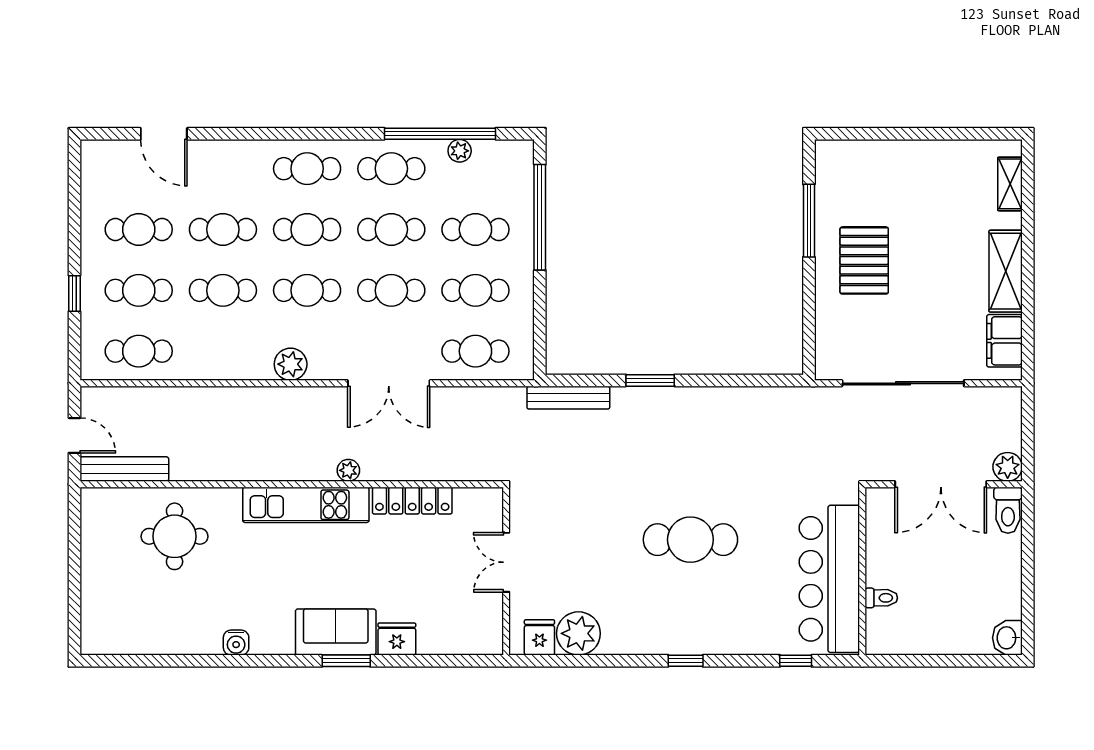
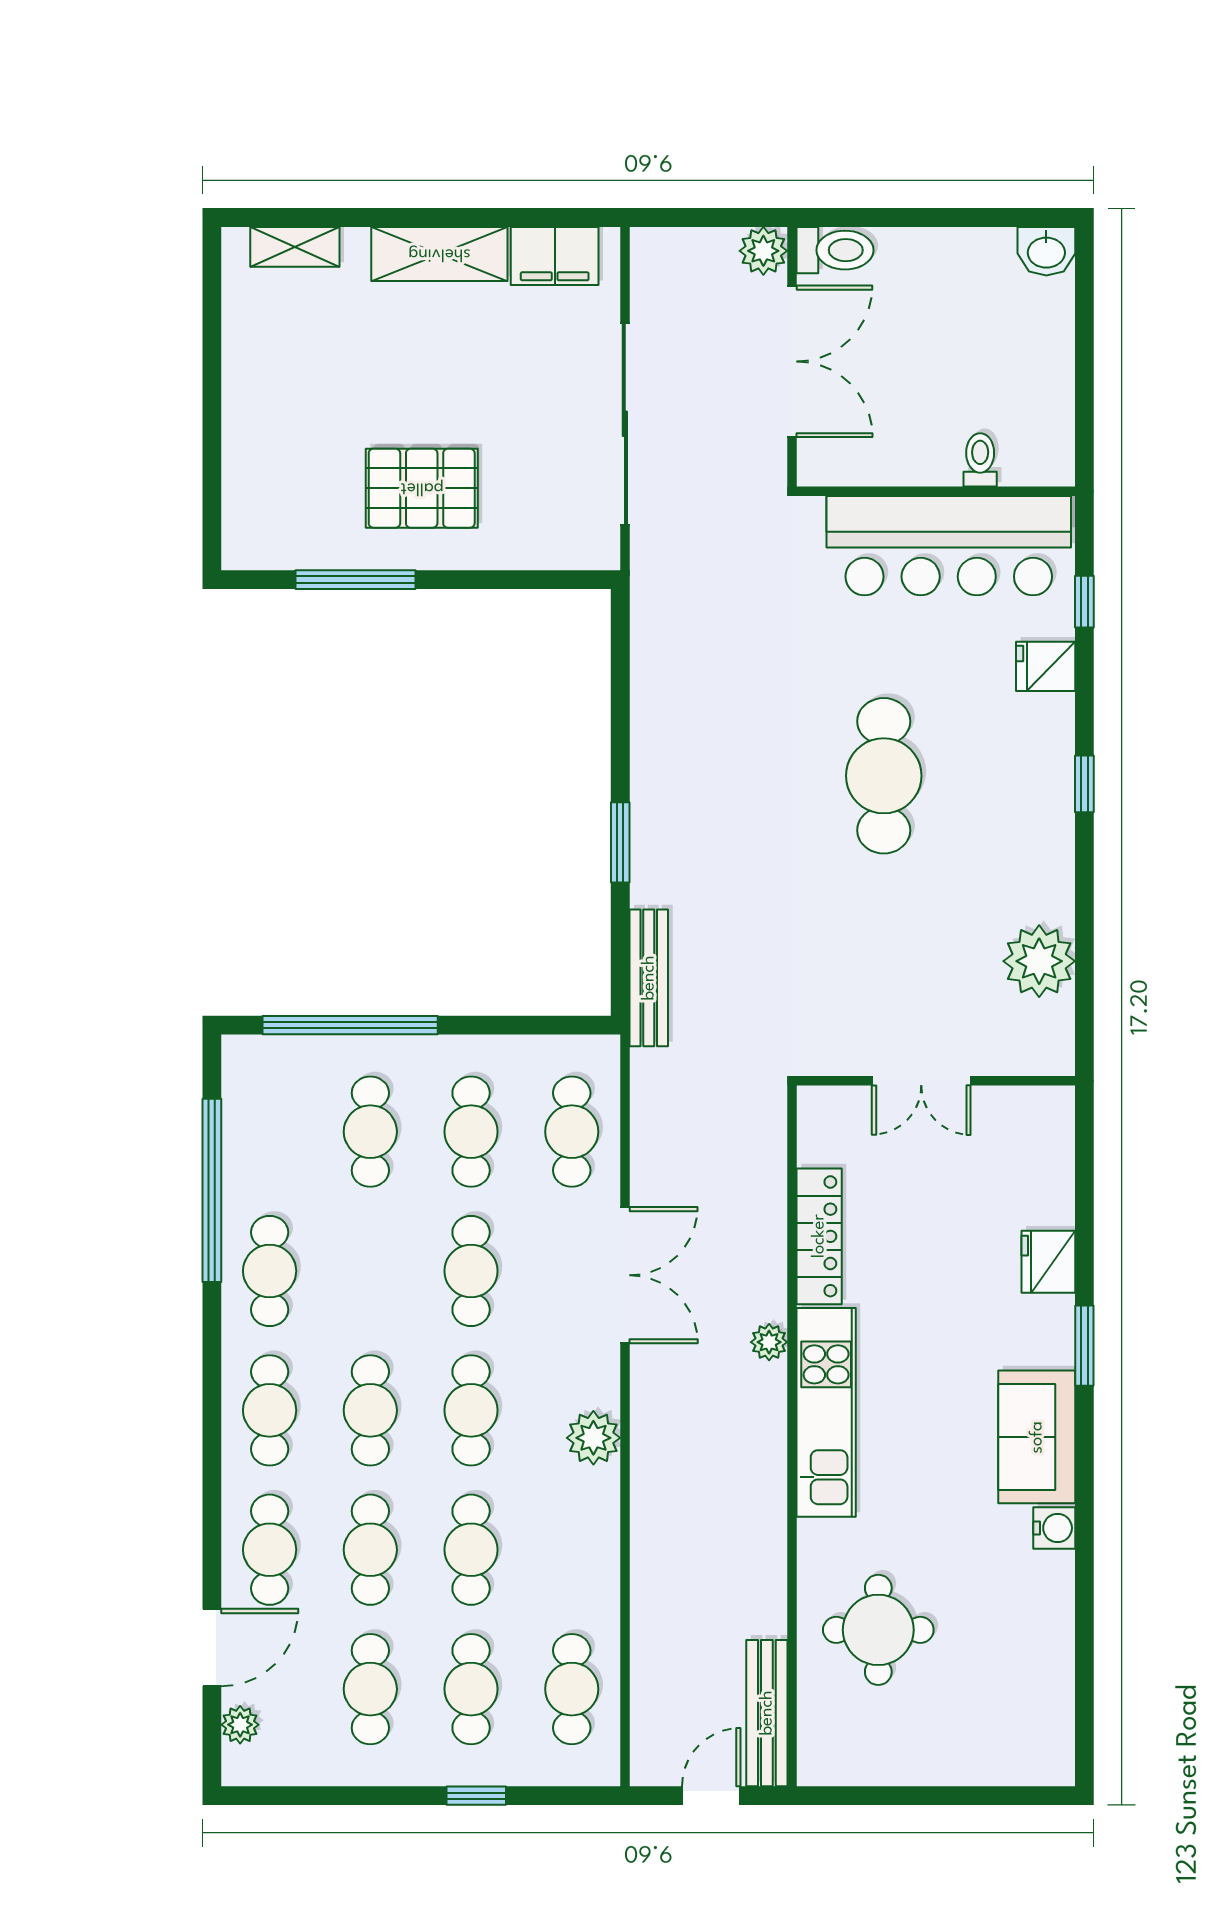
plant: (460, 151) -> (240, 1725), moved
cafe table: (391, 229) -> (270, 1550), moved
sofa: (336, 632) -> (1037, 1437), moved
fridge: (539, 637) -> (1046, 666), moved

